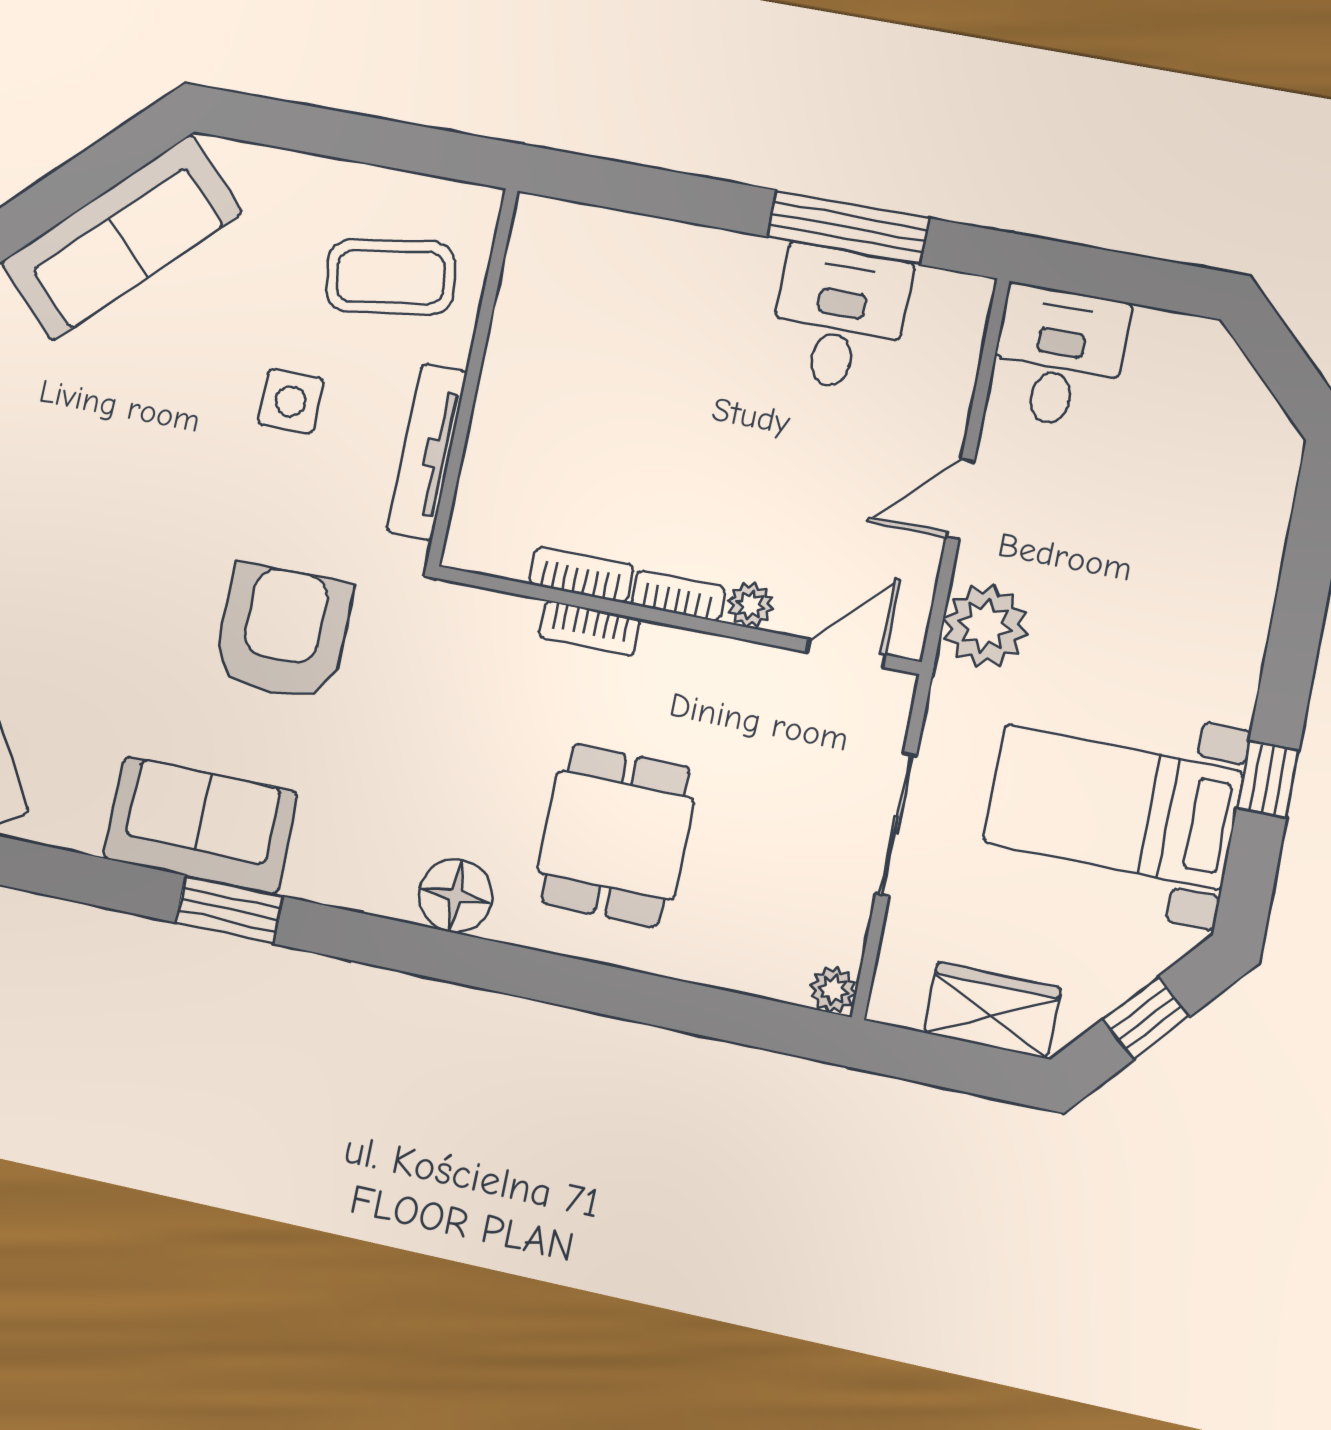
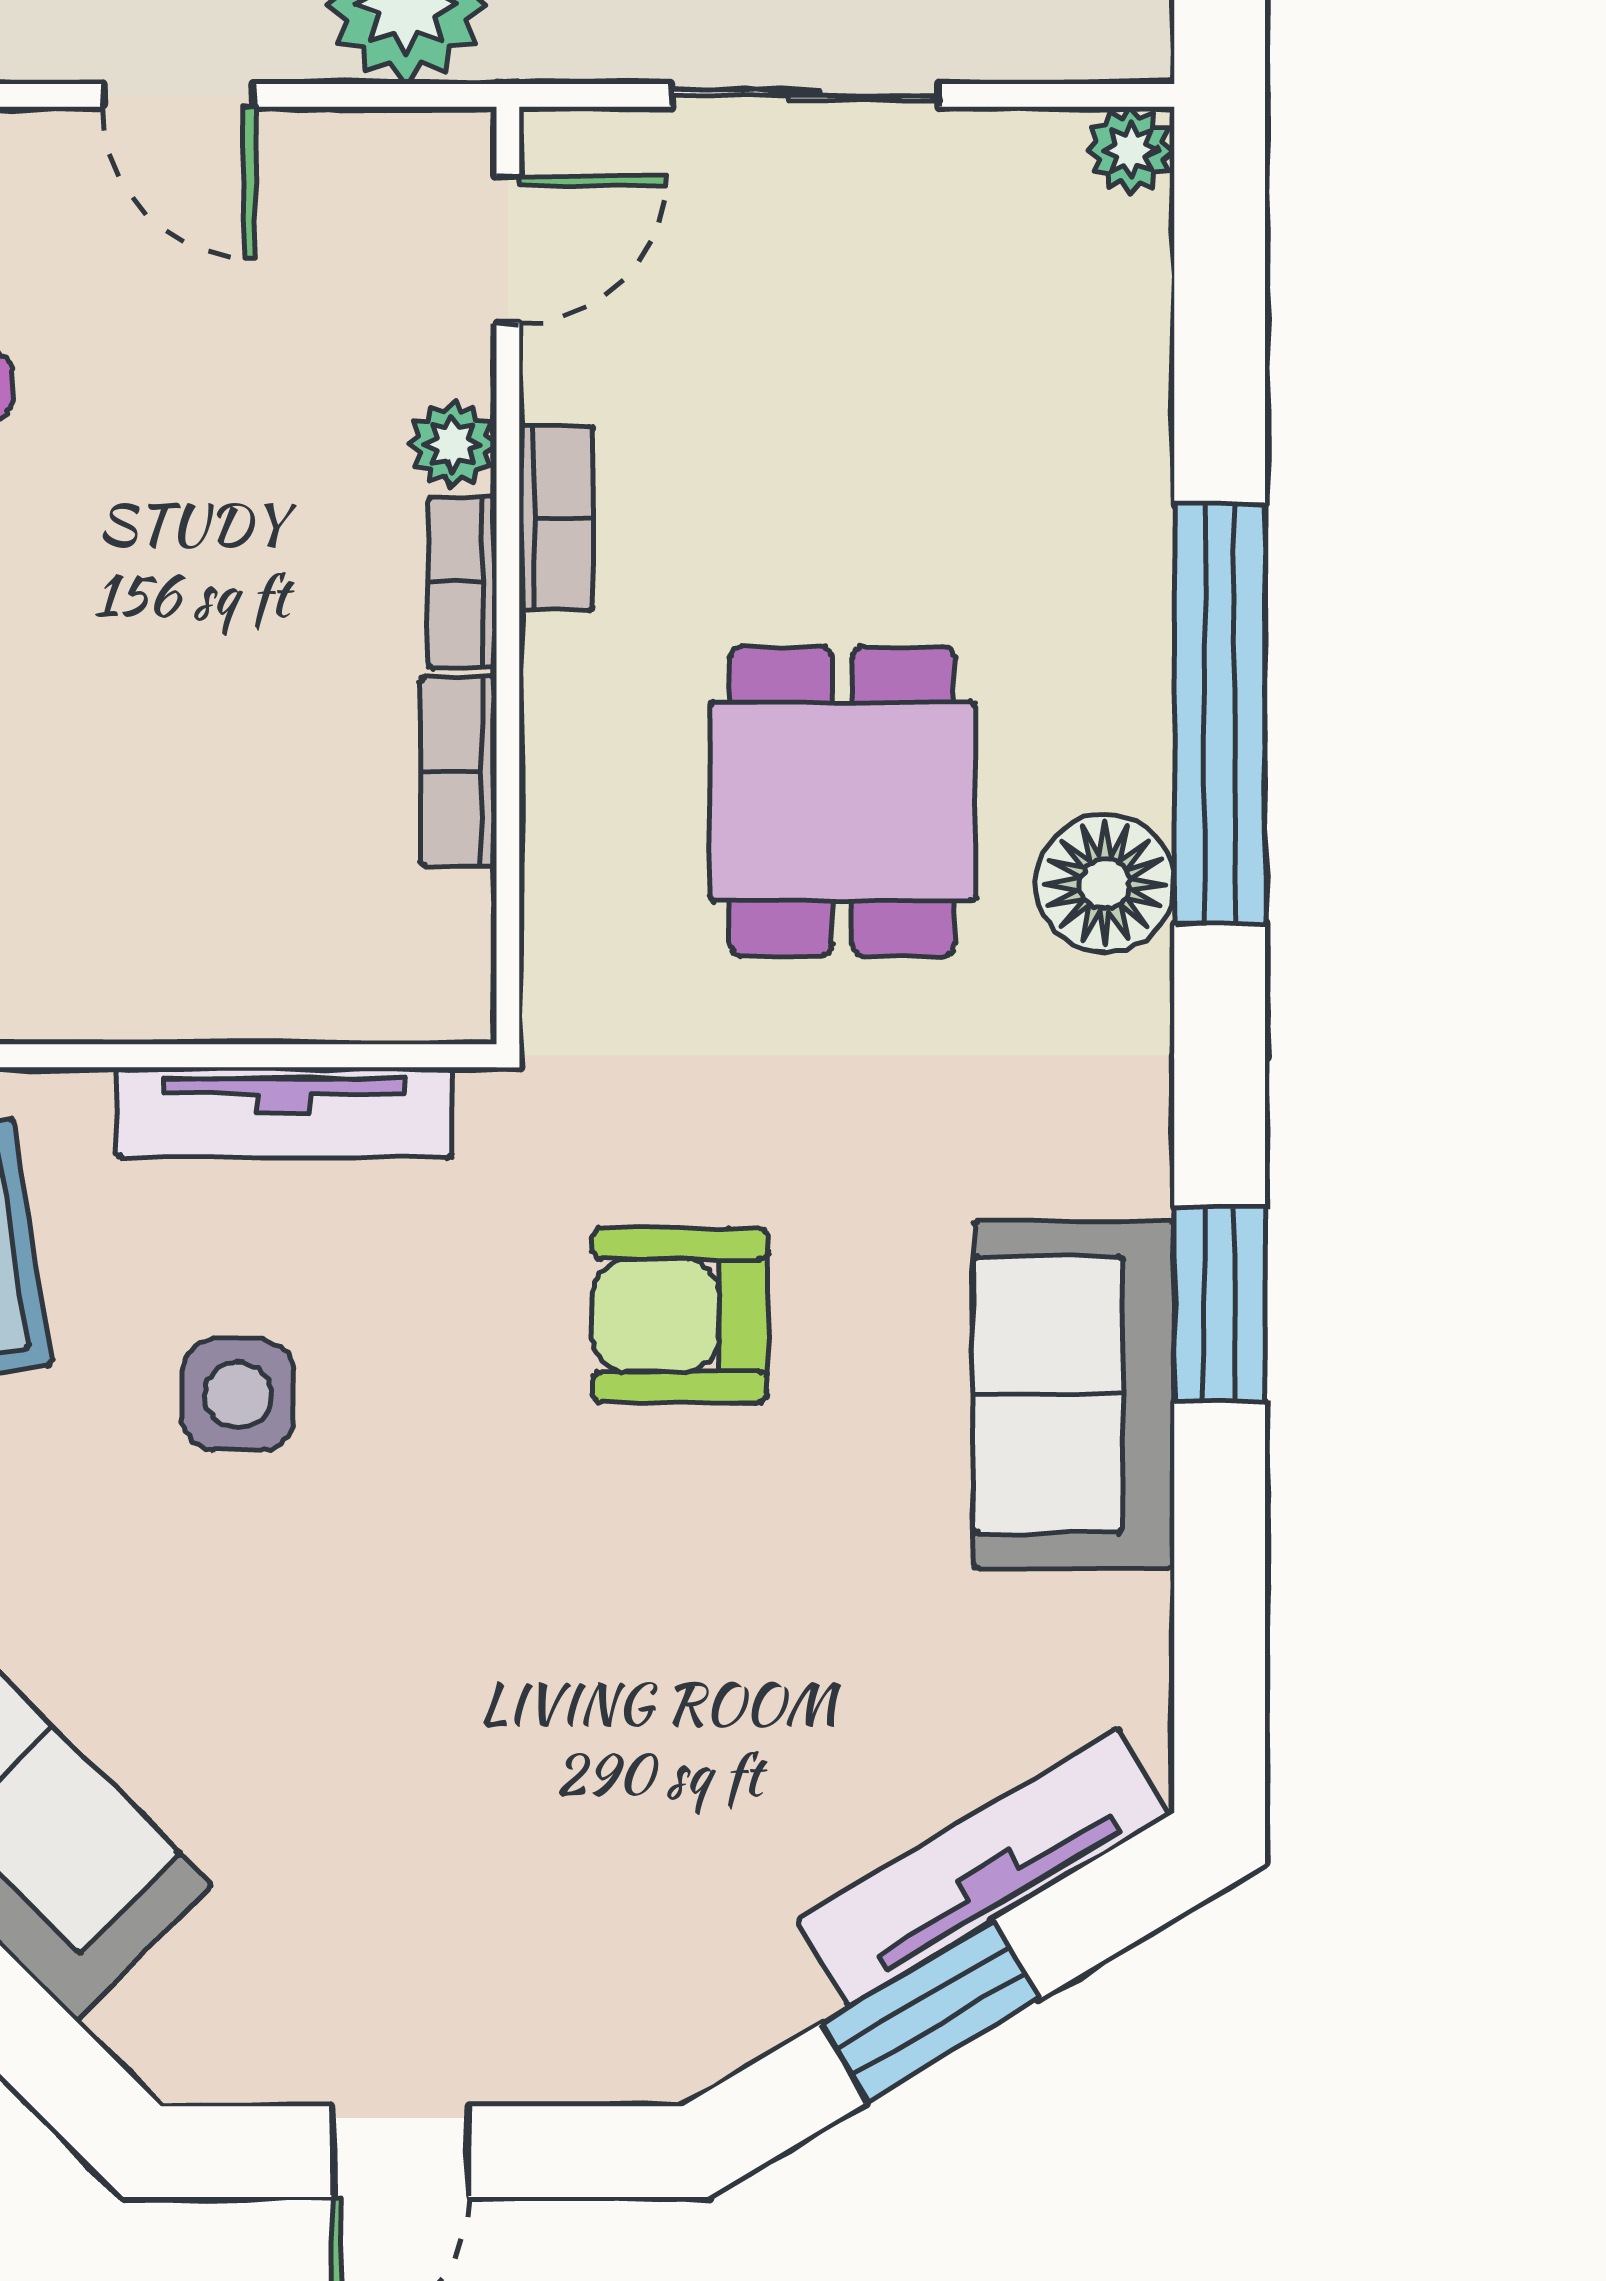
bookcase: (590, 628) -> (556, 518), moved
armchair: (283, 632) -> (680, 1315), width x0.73, depth x0.73
door: (846, 653) -> (508, 249), swing flipped
dining table: (616, 835) -> (842, 801), moved, turned 90
window: (530, 974) -> (1220, 714), added

